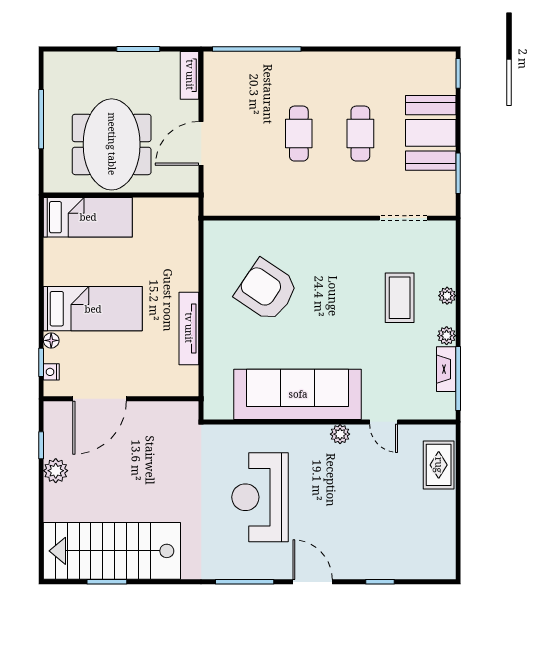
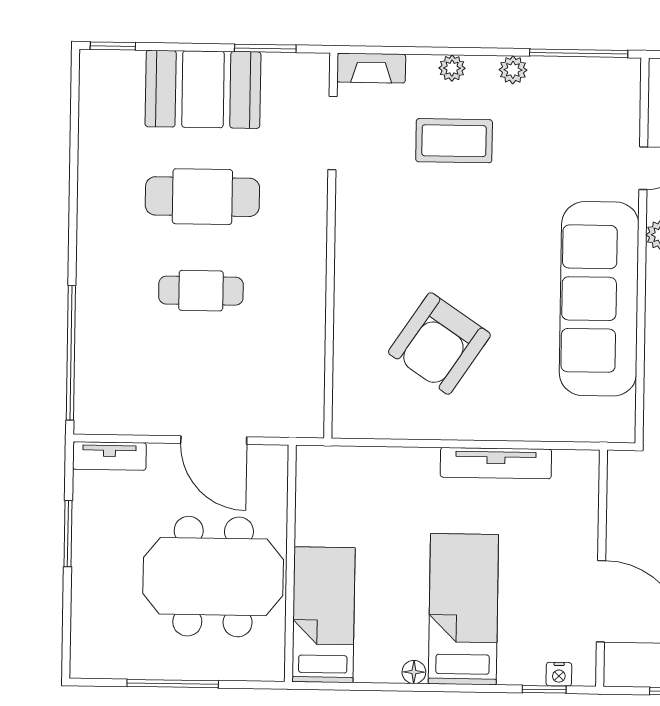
cafe table: (360, 134) -> (202, 197), width x1.37, depth x1.35
floor lamp: (51, 340) -> (414, 672), moved
fireplace: (446, 369) -> (371, 68), moved

